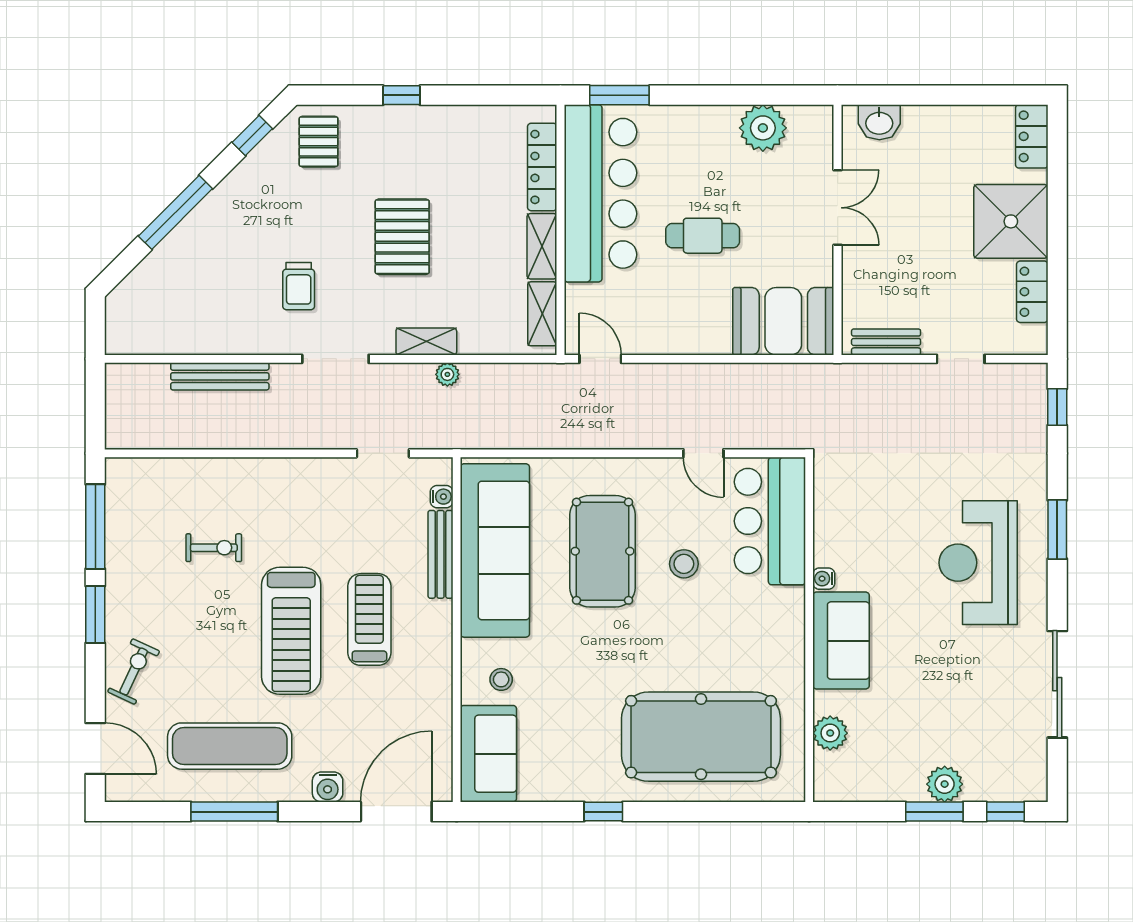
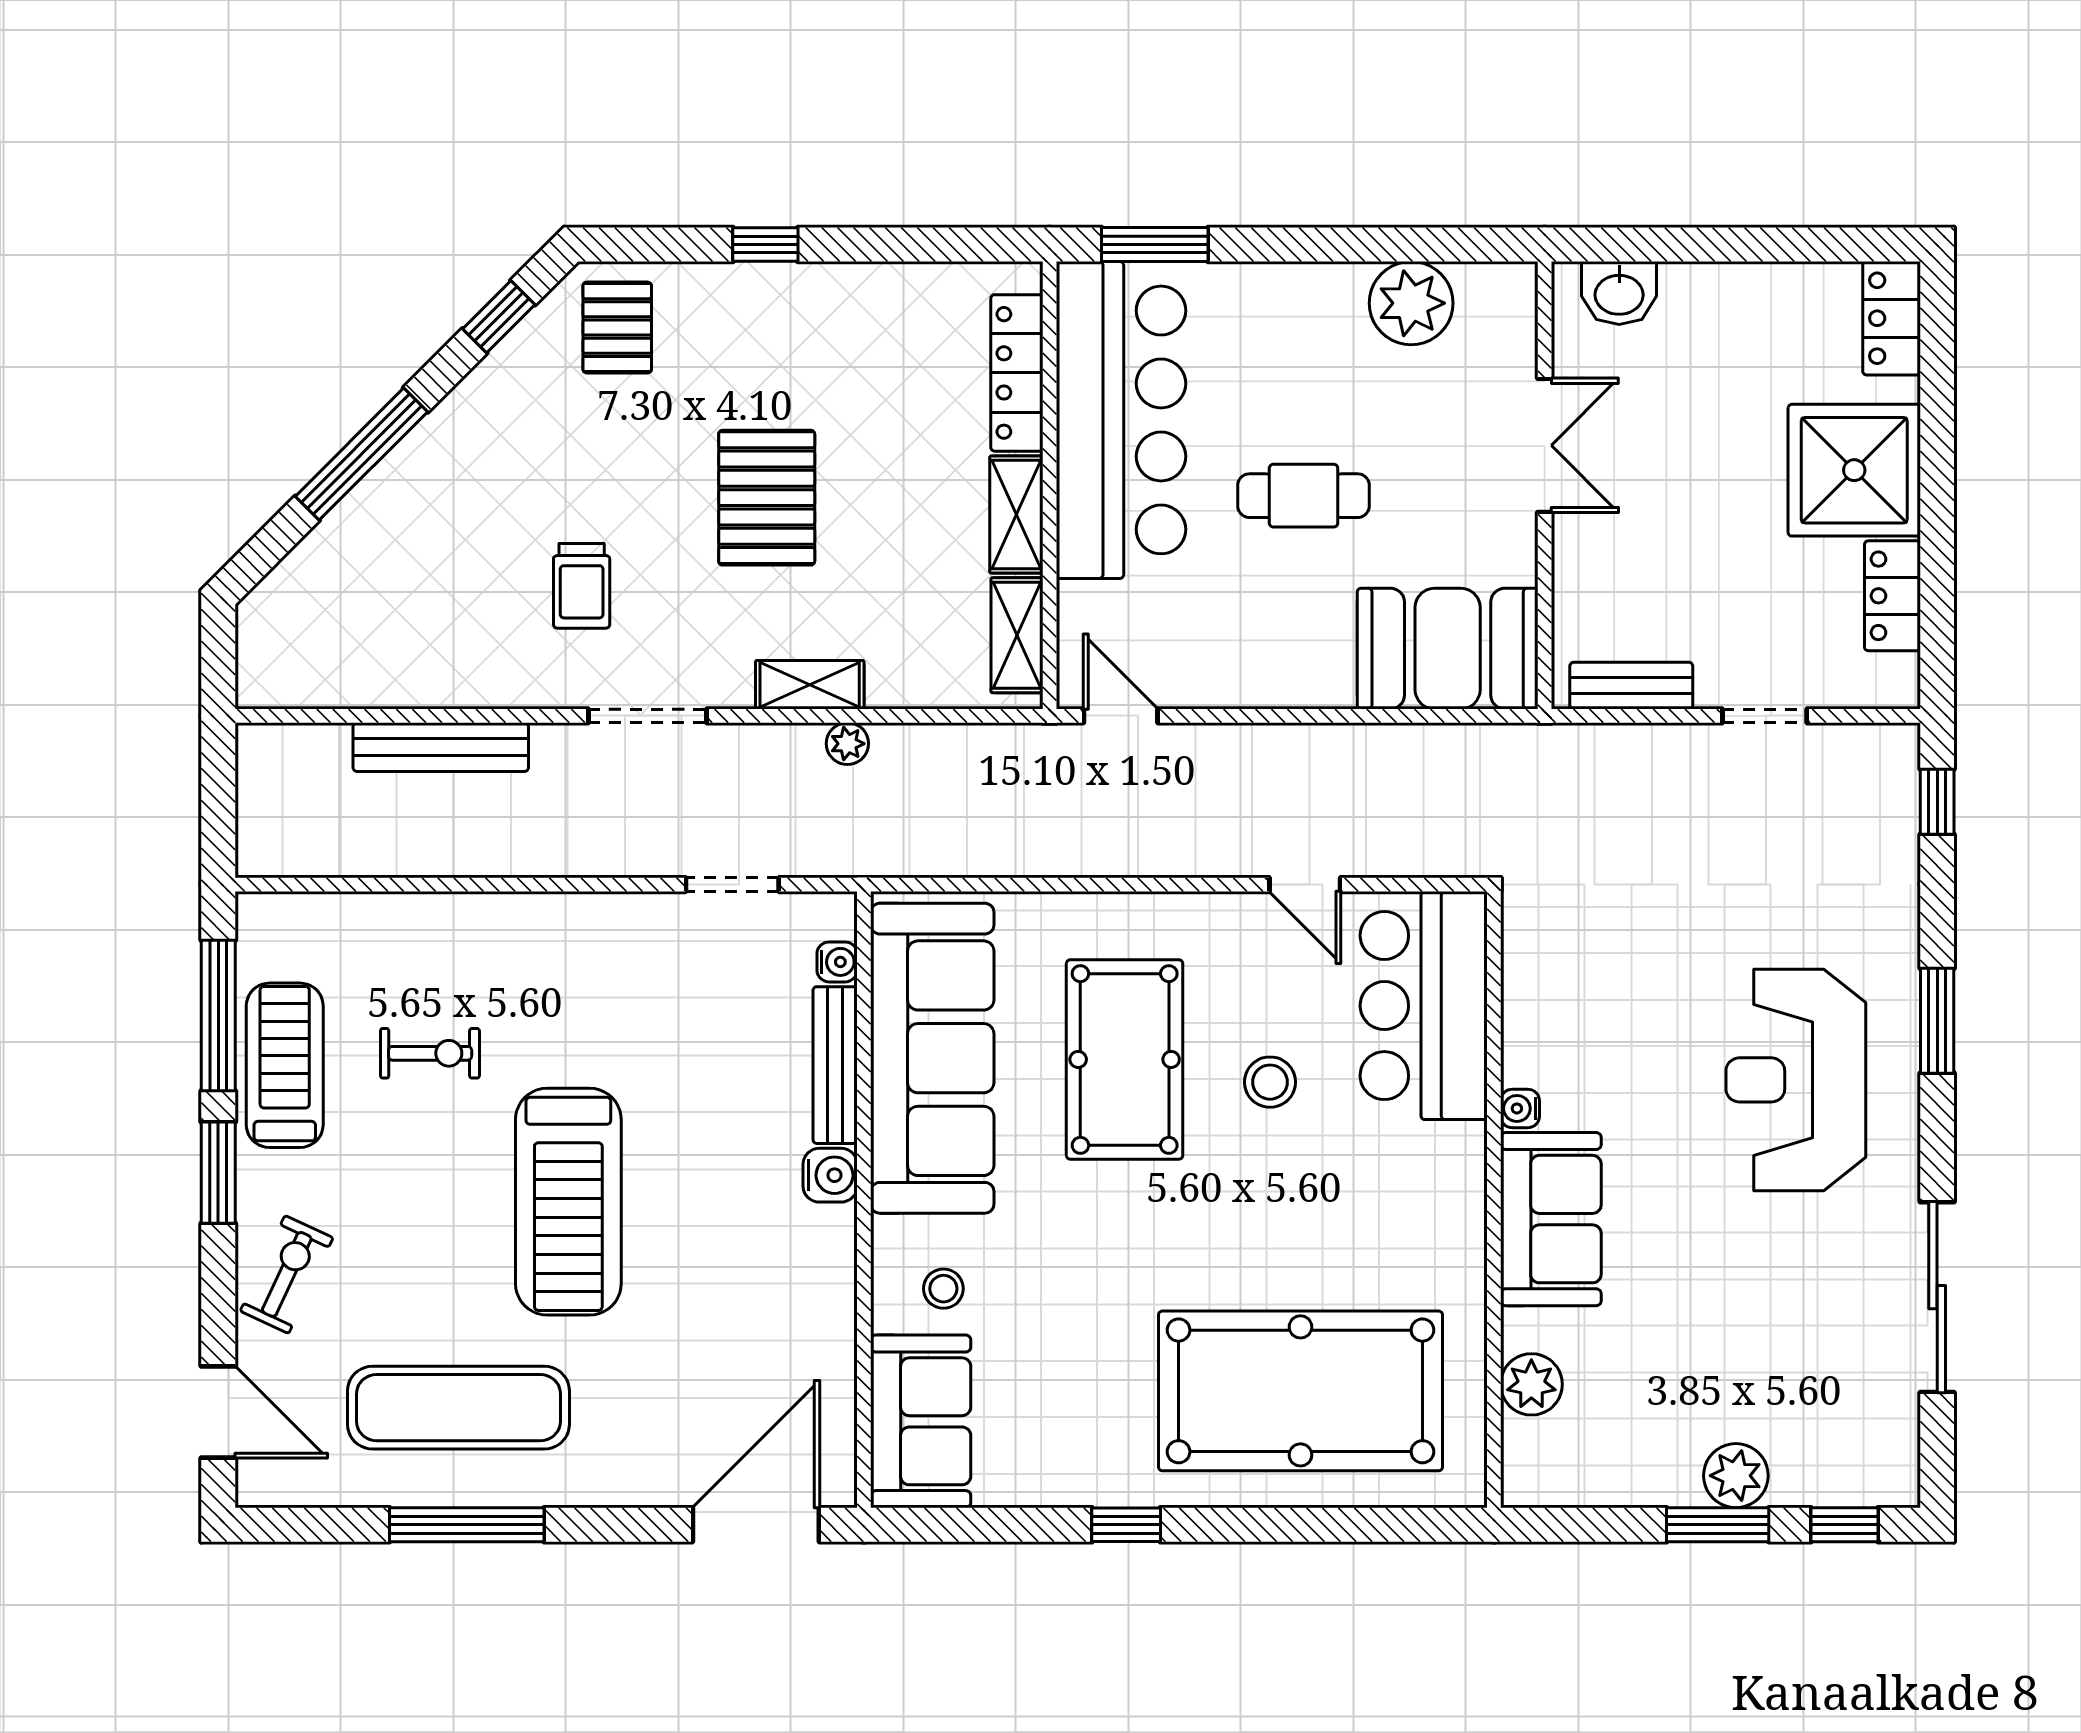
treadmill: (369, 619) -> (285, 1065), moved
water cooler: (328, 787) -> (830, 1175), moved, turned -90

